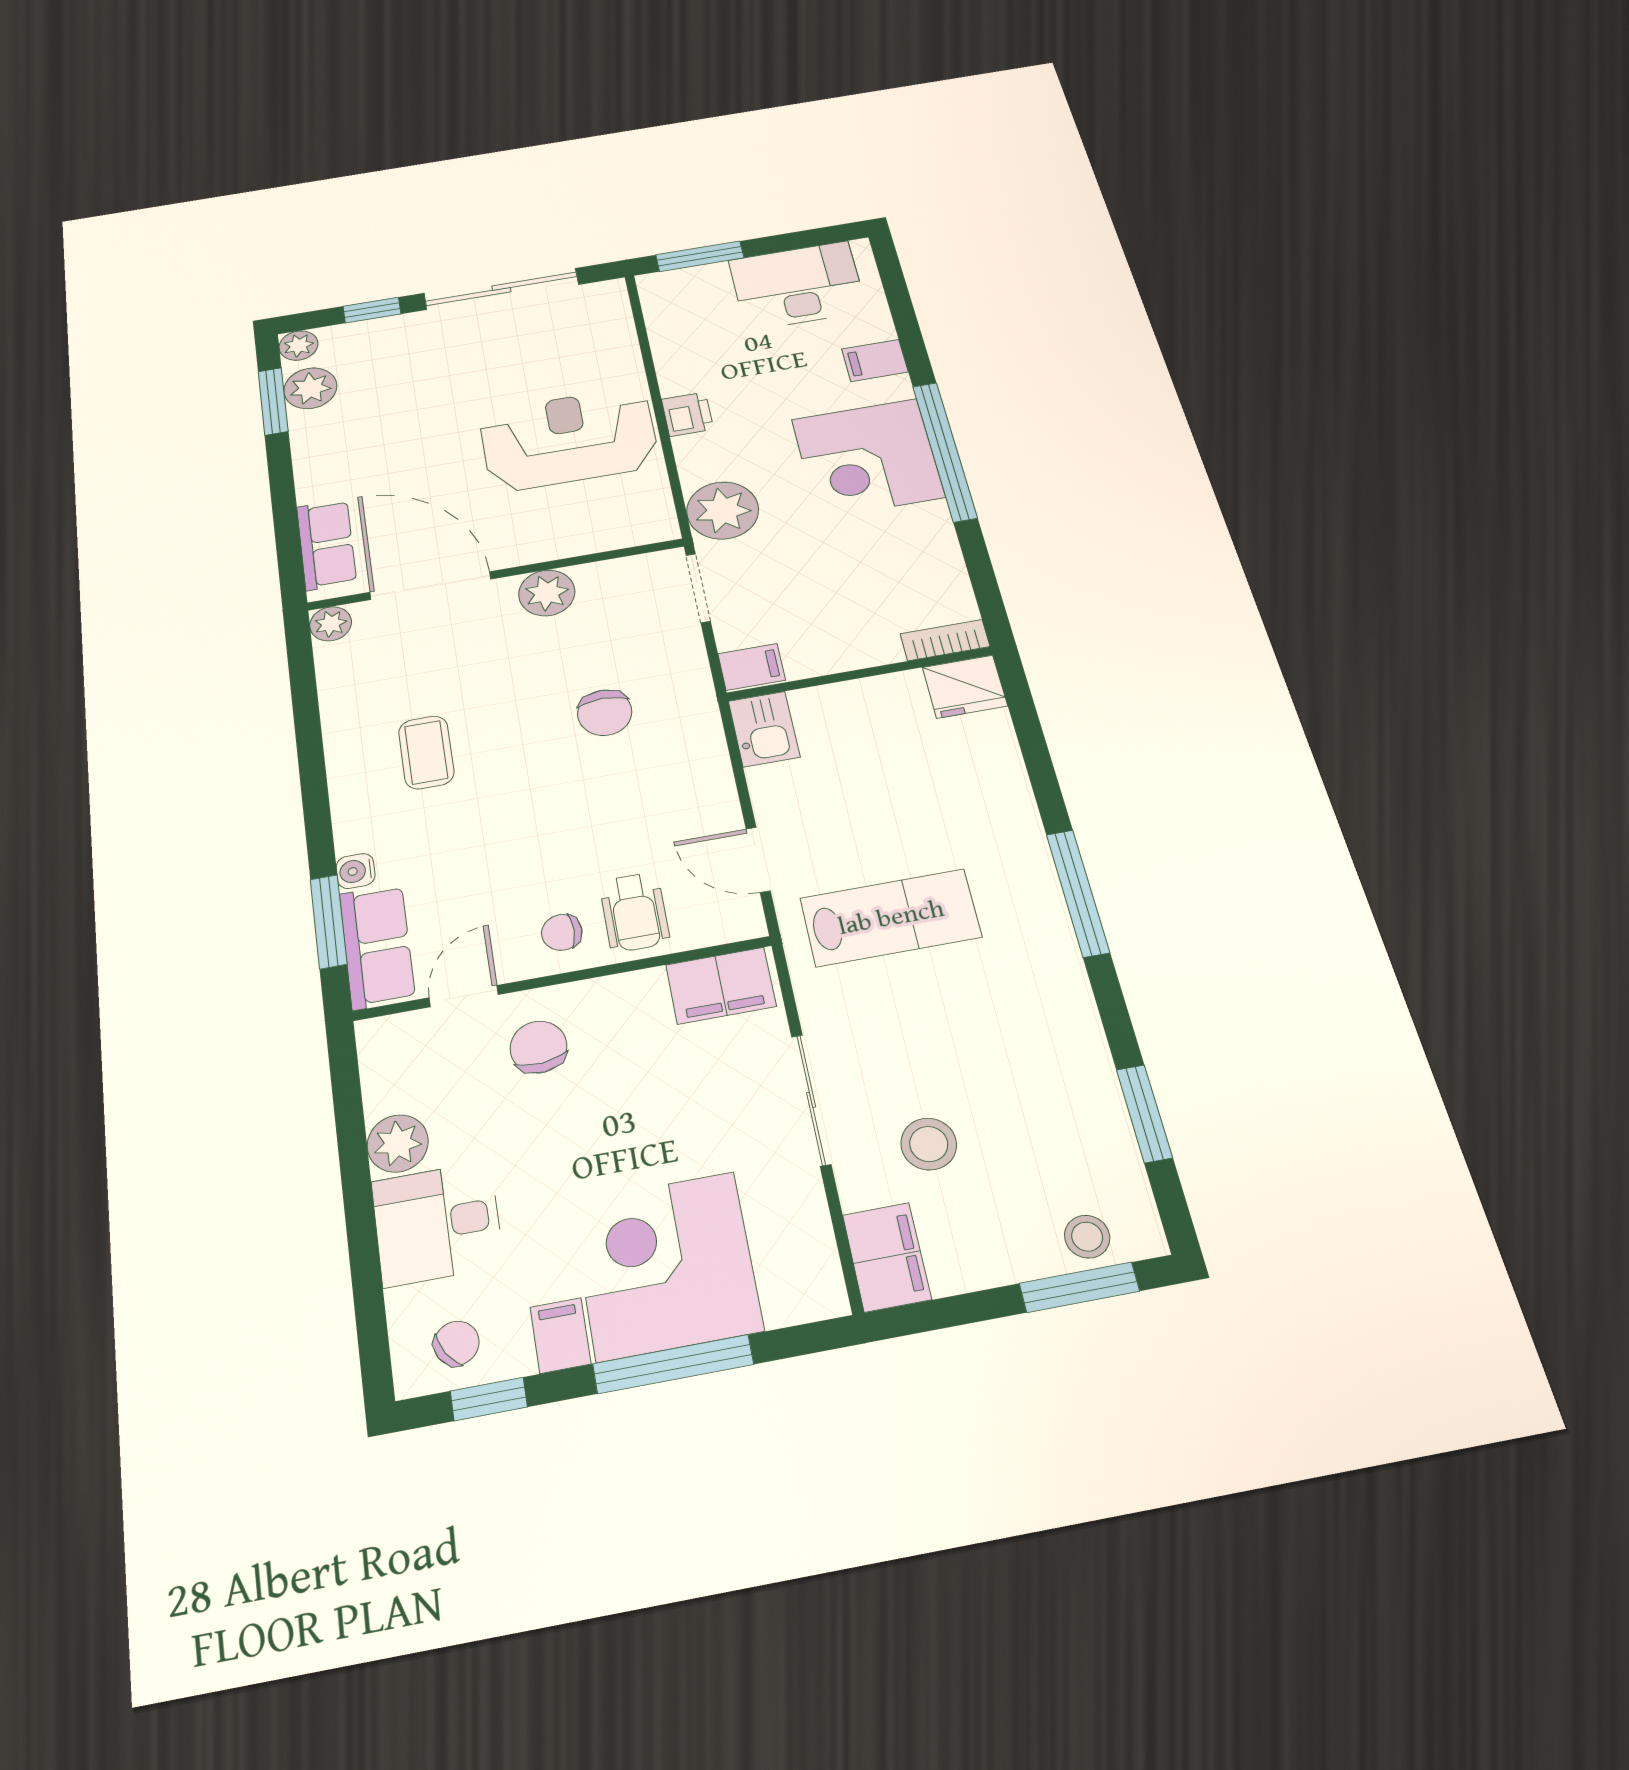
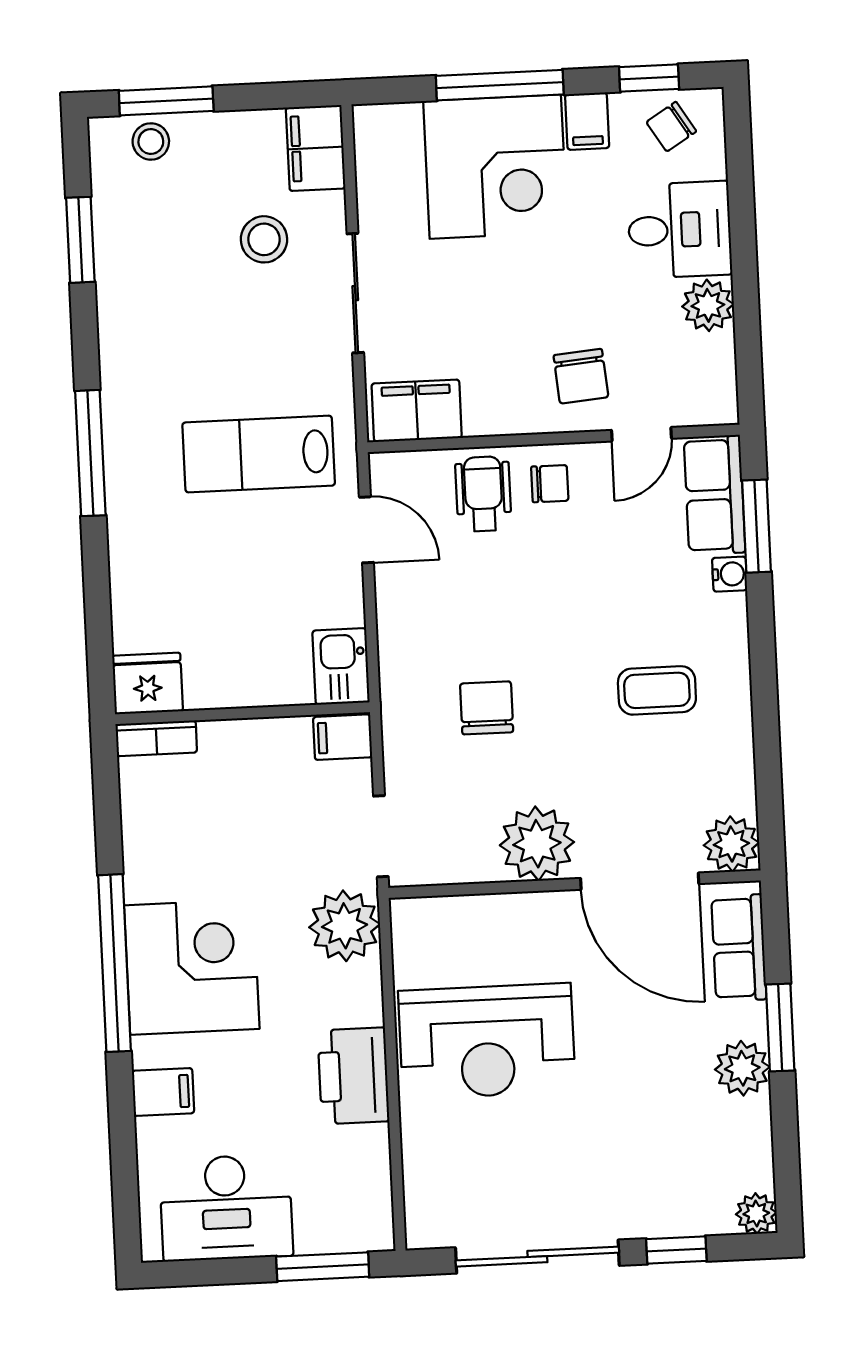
plant: (310, 388) -> (742, 1068), moved
window: (273, 401) -> (780, 1027), moved
printer: (688, 414) -> (353, 1076), width x1.87, depth x1.48
plant: (547, 593) -> (537, 844), width x1.36, depth x1.36
plant: (331, 624) -> (731, 844), width x1.38, depth x1.38
coffee table: (426, 752) -> (657, 690), turned 90

